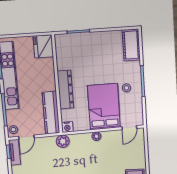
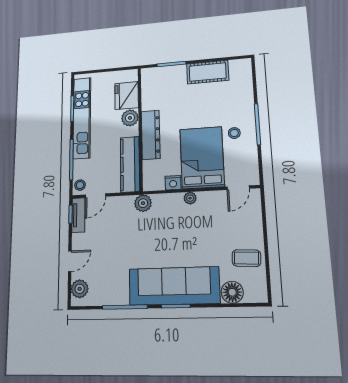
cot: (131, 45) -> (208, 72), moved, turned 90
fridge: (43, 46) -> (127, 96), moved
plant: (48, 76) -> (130, 118), added
nightstand: (67, 127) -> (173, 183), moved

